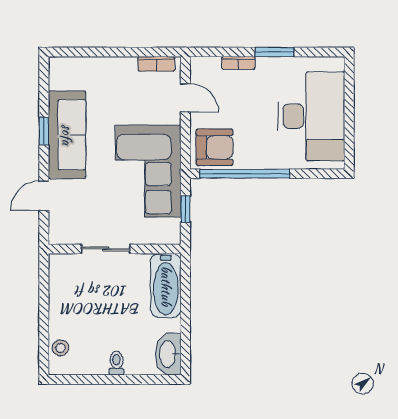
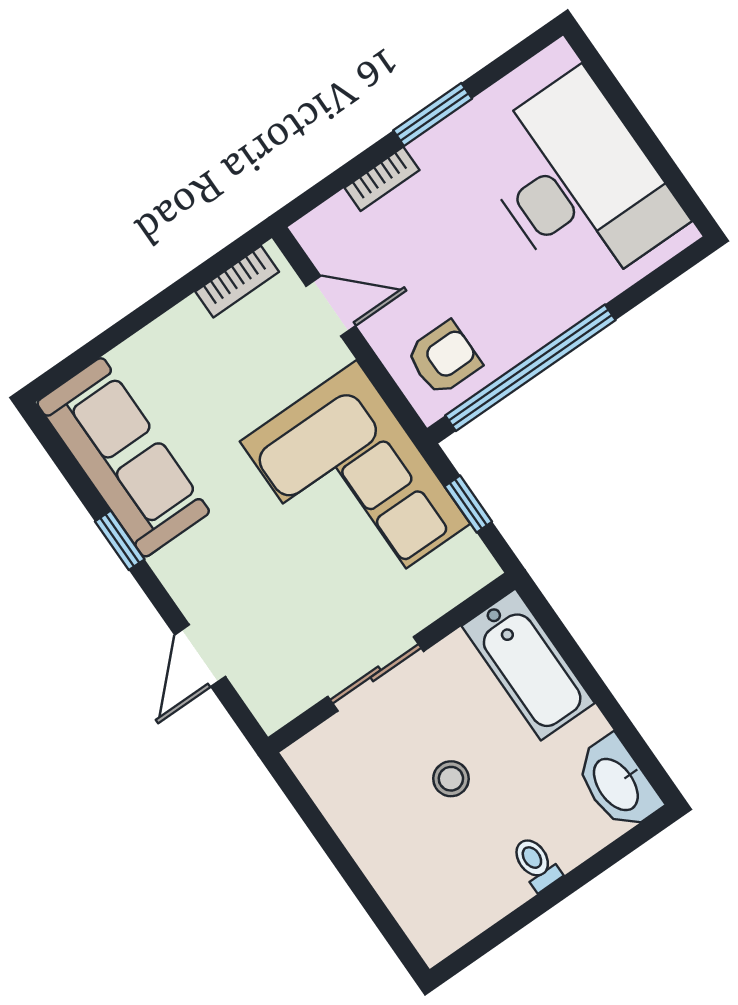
sofa: (67, 135) -> (123, 457), moved
armchair: (215, 147) -> (444, 358), width x0.72, depth x0.72
stool: (60, 348) -> (451, 779), moved

